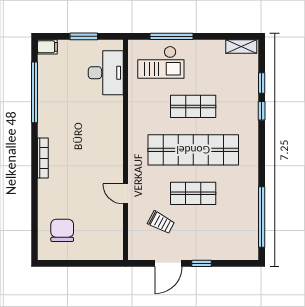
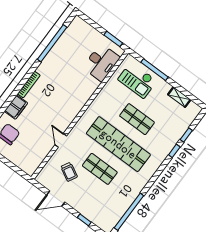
window: (84, 36) -> (113, 39), moved
shelving: (241, 46) -> (179, 97), moved
filing cabinet: (47, 47) -> (16, 107), moved, width x2.00
window: (201, 263) -> (84, 220), moved

